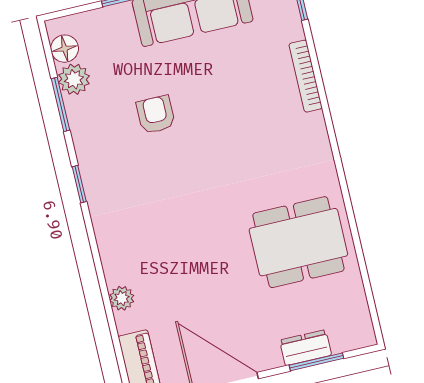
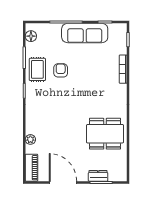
plant: (74, 79) -> (32, 49), removed
rug: (99, 125) -> (37, 69), added

